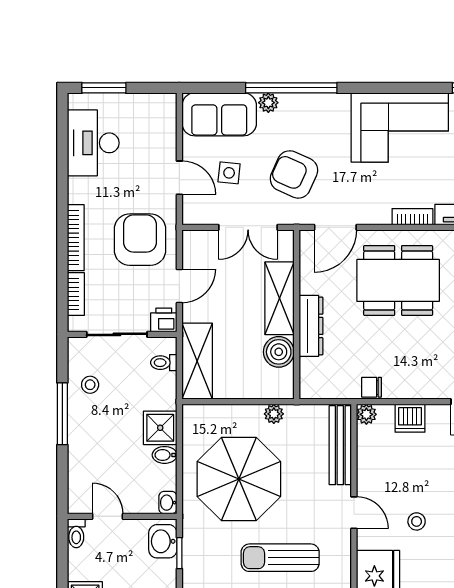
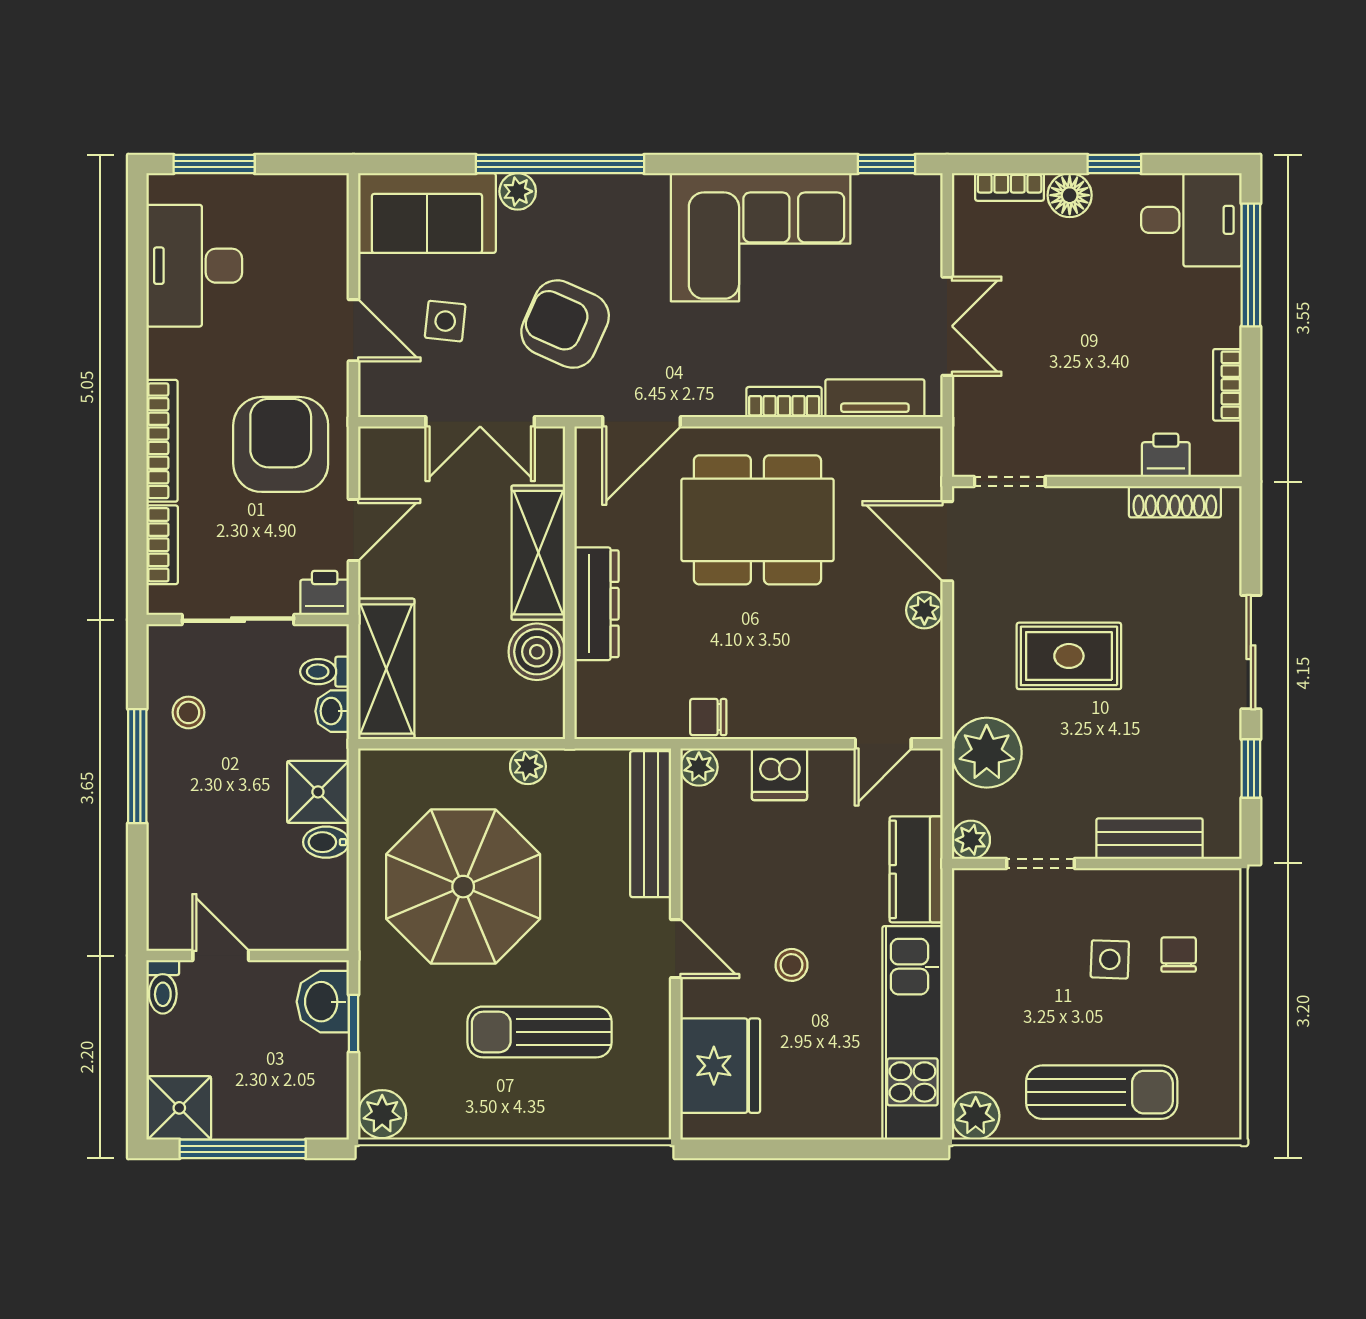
washbasin: (168, 503) -> (332, 711), moved

